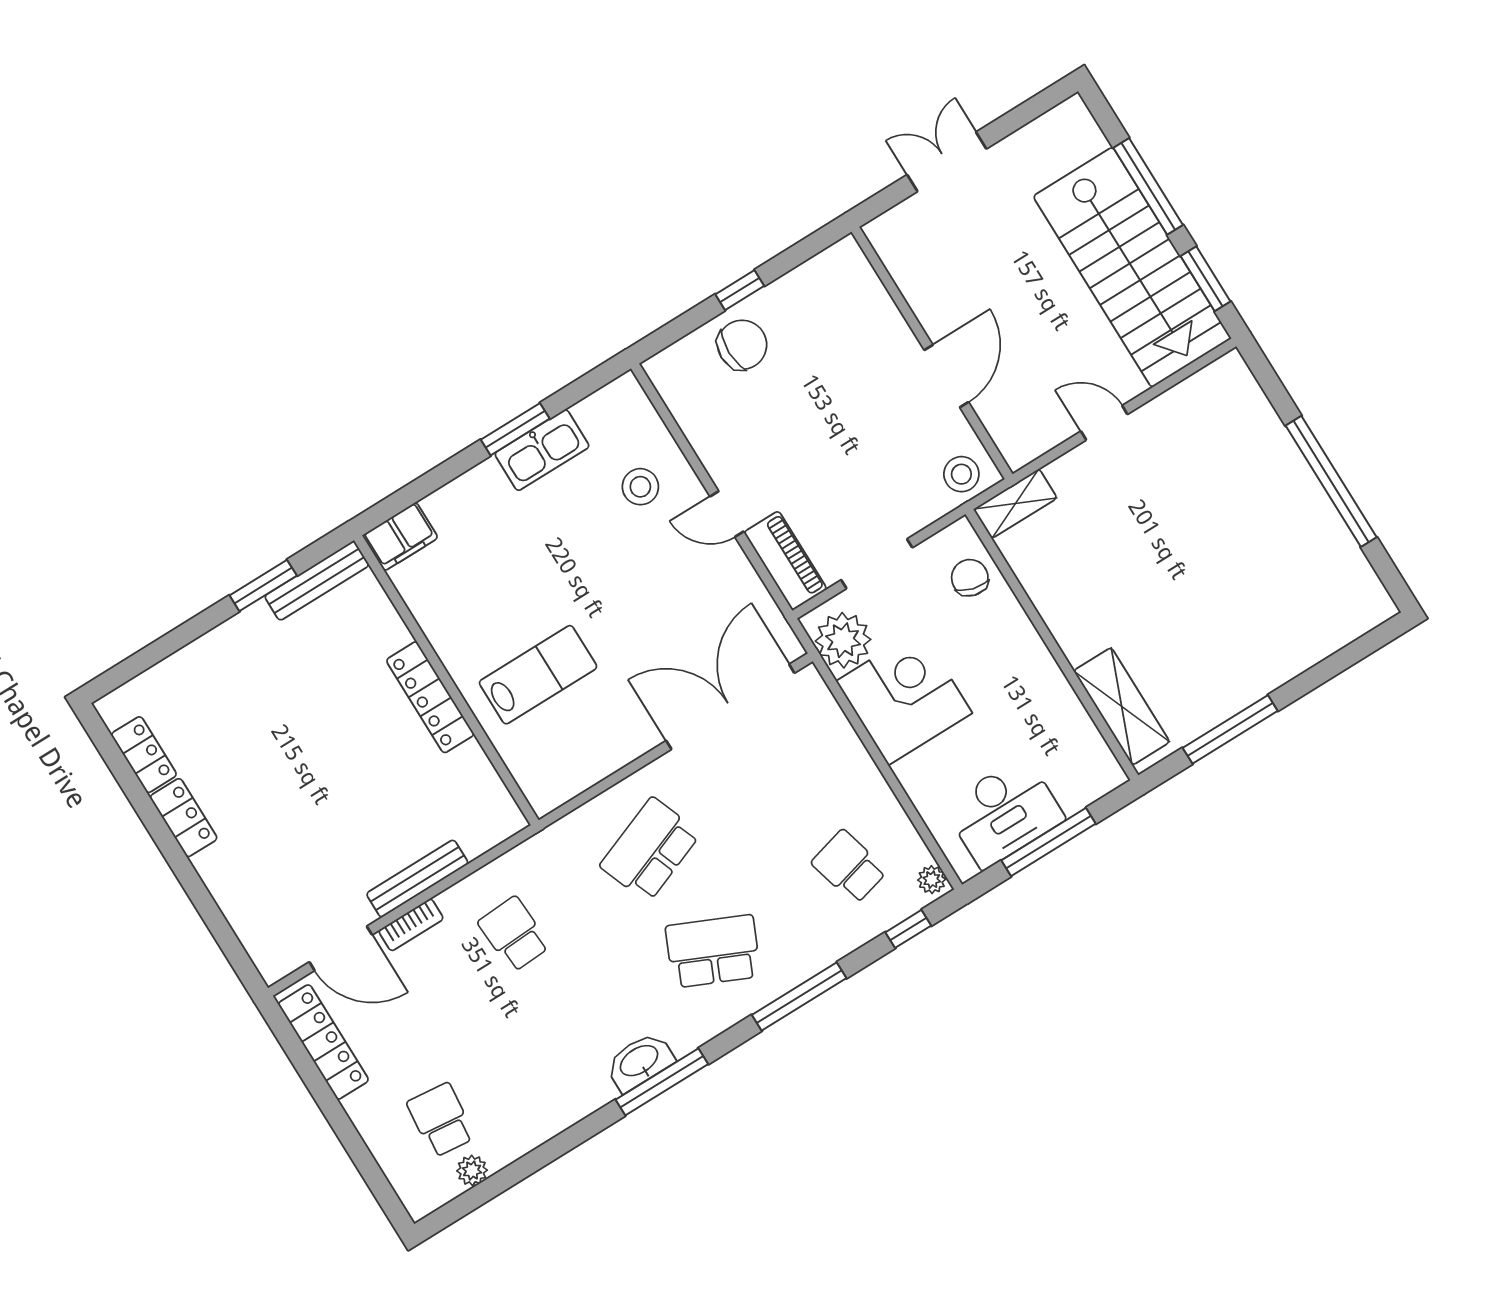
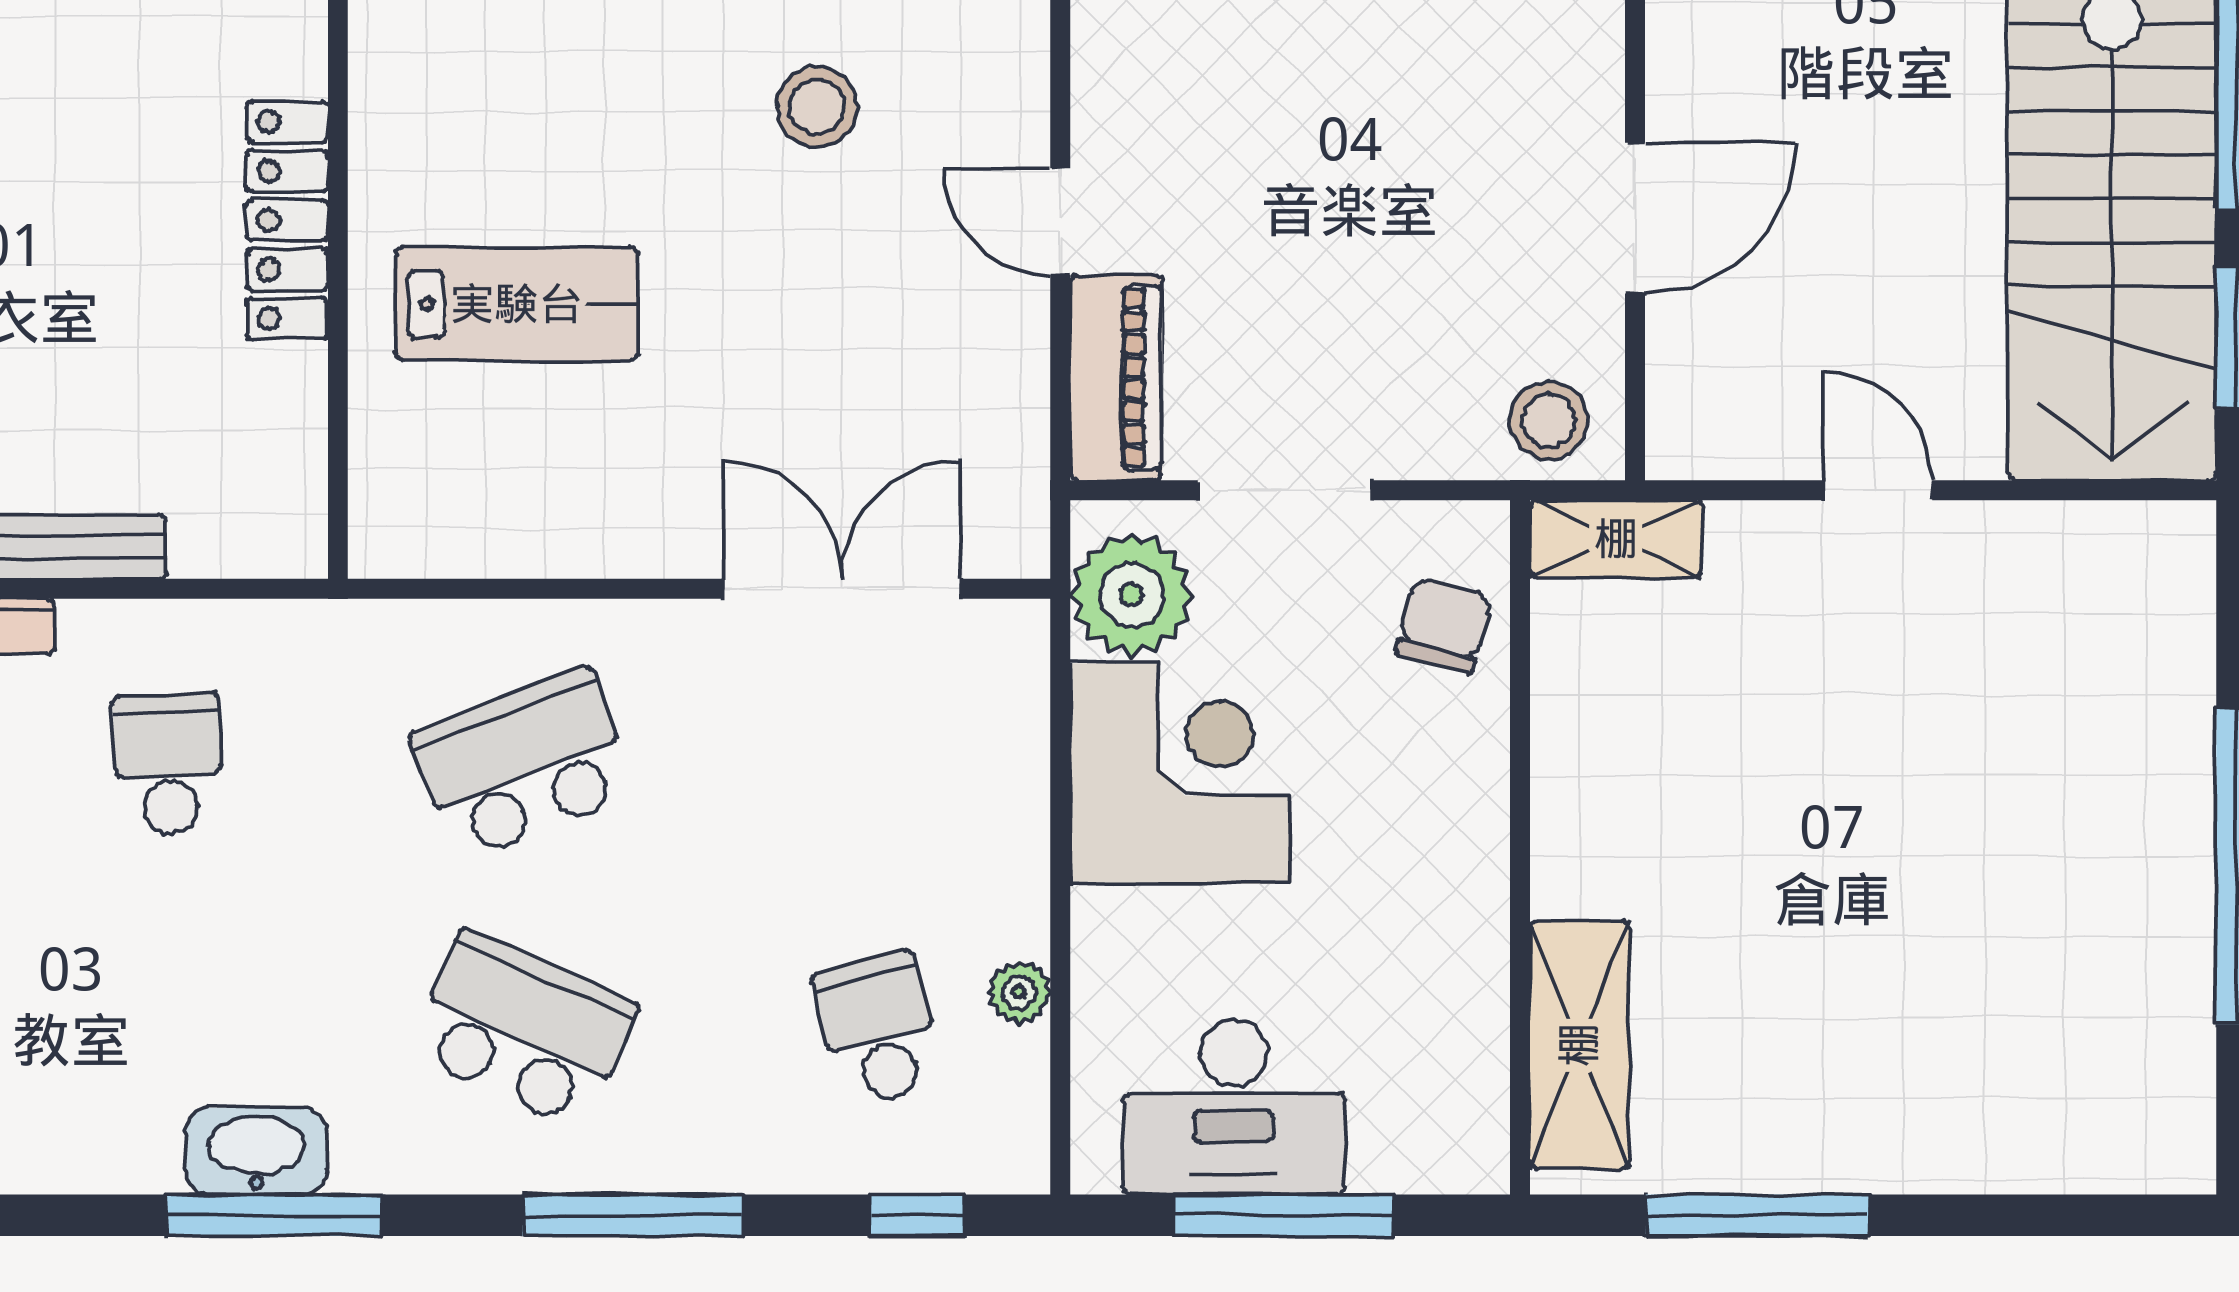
stool: (640, 487) -> (817, 107), moved
double door: (730, 707) -> (842, 589), width x0.73
plant: (932, 880) -> (1019, 992), moved

